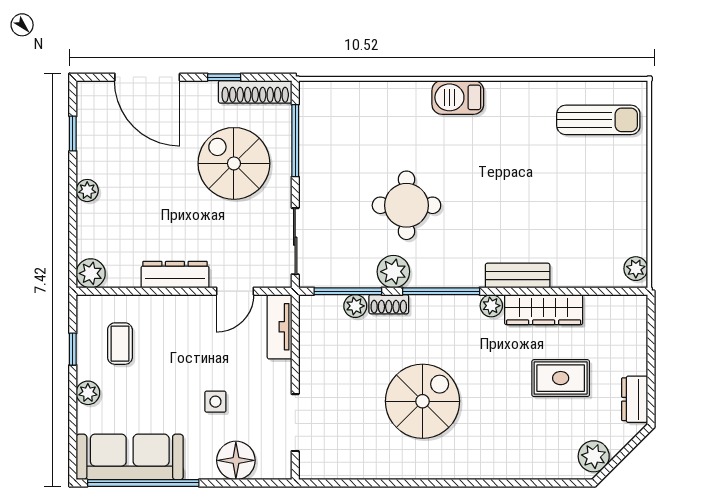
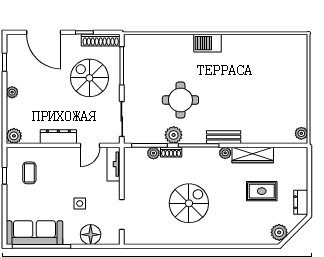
sun lounger: (598, 120) -> (282, 55), removed
bench: (518, 276) -> (224, 137), moved
plant: (88, 393) -> (12, 199), removed

